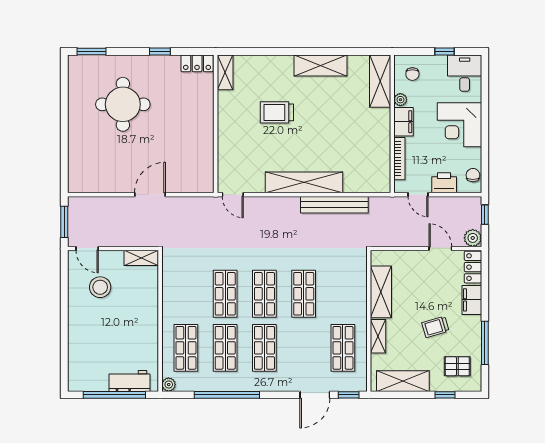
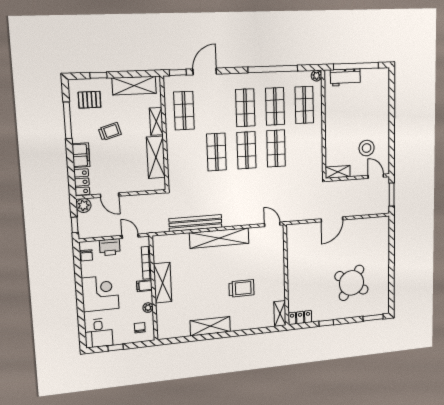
shelving: (380, 81) -> (163, 283), moved
round table: (123, 104) -> (352, 283), turned 33
filing cabinet: (404, 122) -> (144, 286), width x0.50

